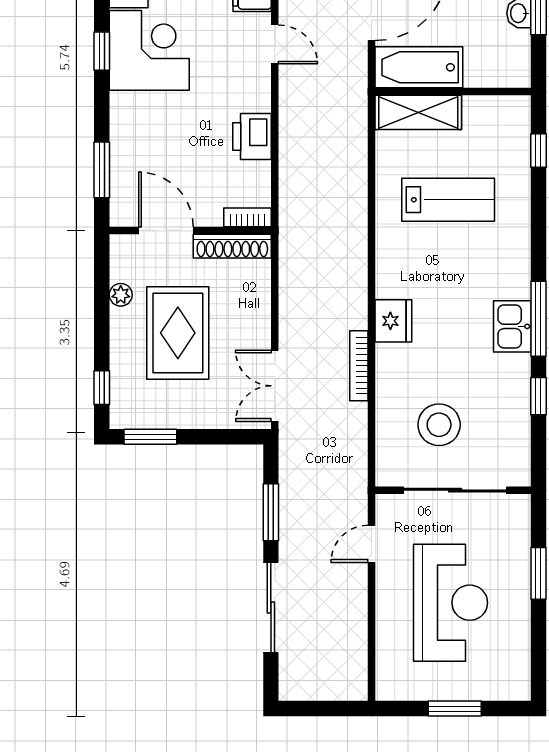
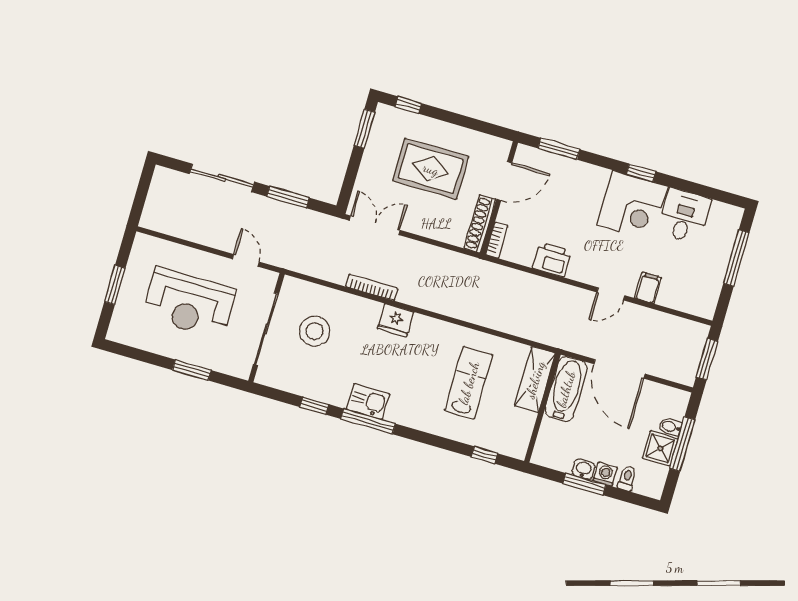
lab bench: (448, 200) -> (469, 383), turned 180
plant: (121, 295) -> (469, 137), removed

